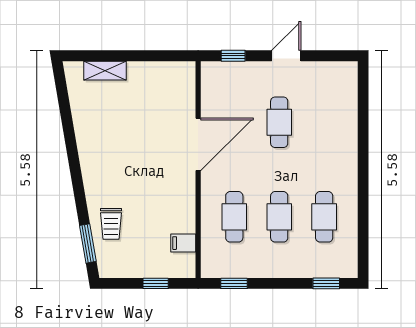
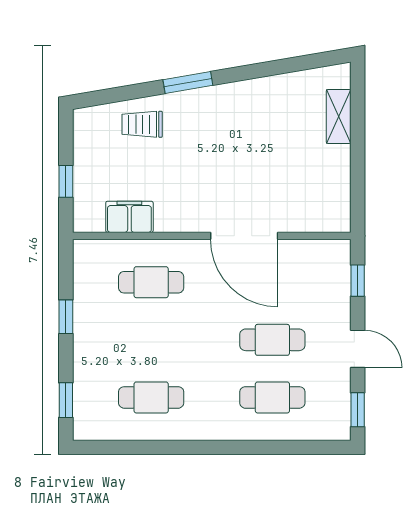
window: (334, 56) -> (358, 410), added
cafe table: (279, 217) -> (272, 397), moved
window: (88, 243) -> (188, 83), moved
filing cabinet: (183, 243) -> (129, 217), width x2.00
window: (234, 283) -> (66, 317), moved

